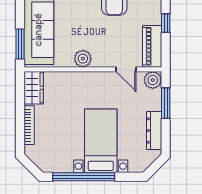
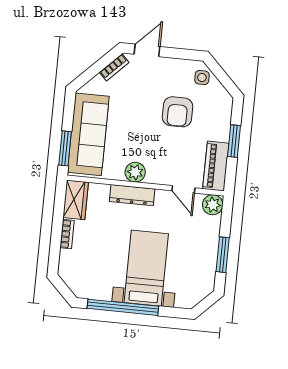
window: (166, 23) -> (234, 141), width x1.50
window: (166, 103) -> (223, 255), moved
bookcase: (29, 125) -> (67, 234), width x0.64
dresser: (154, 131) -> (132, 195), moved, turned -90

